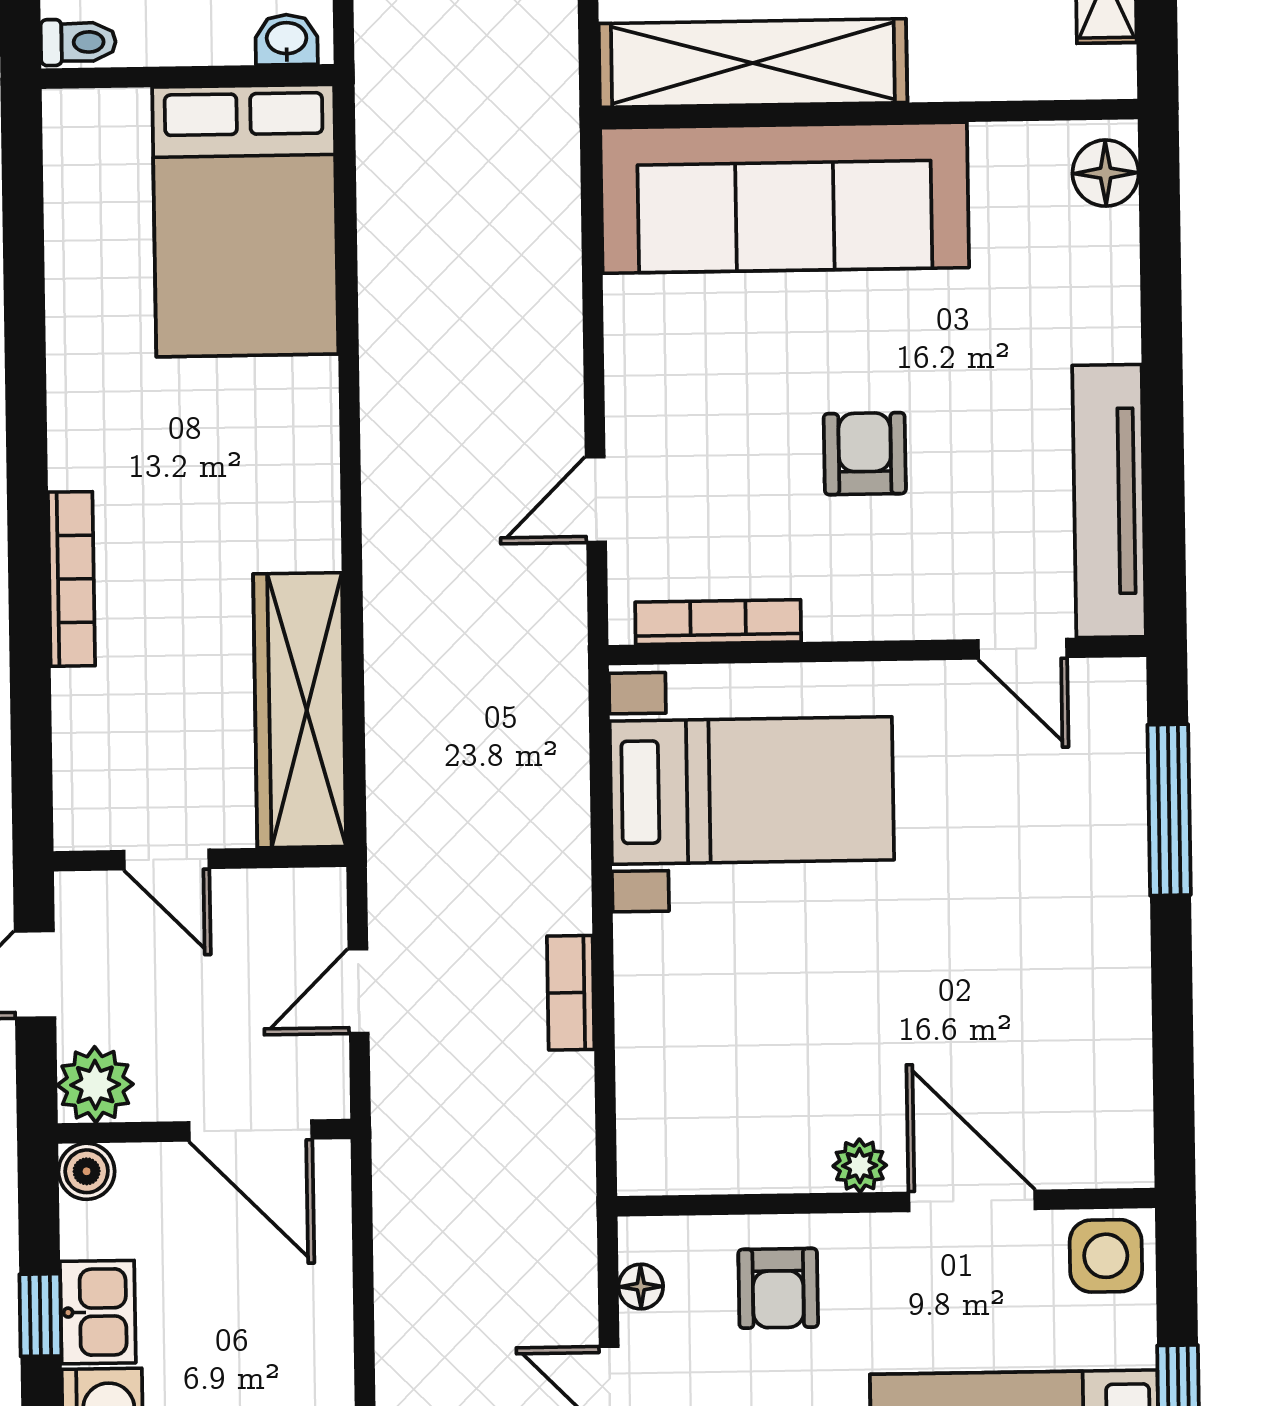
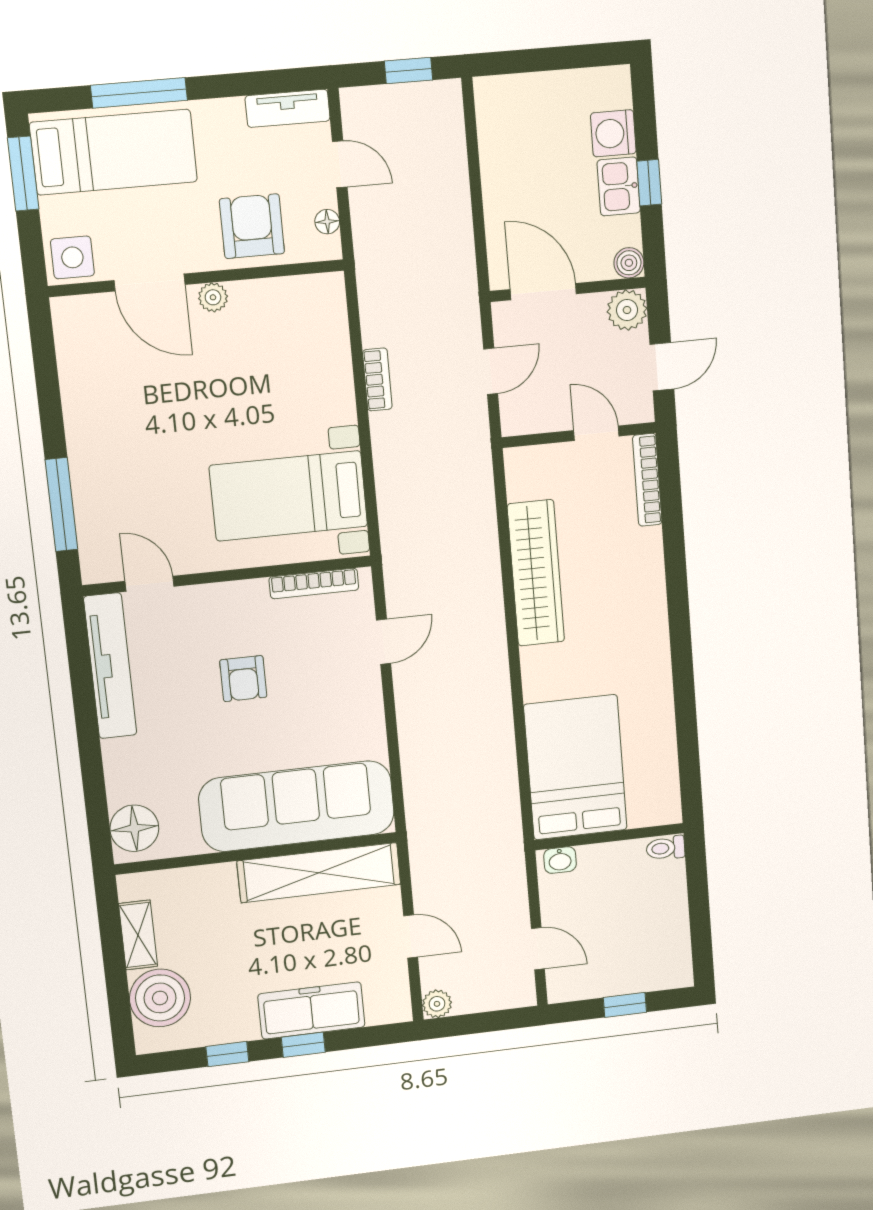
floor lamp: (1106, 173) -> (134, 828), width x1.38, depth x1.38
bookcase: (71, 579) -> (647, 480), moved
wardrobe: (300, 710) -> (536, 573), moved
armchair: (778, 1288) -> (252, 226), width x1.38, depth x1.38

